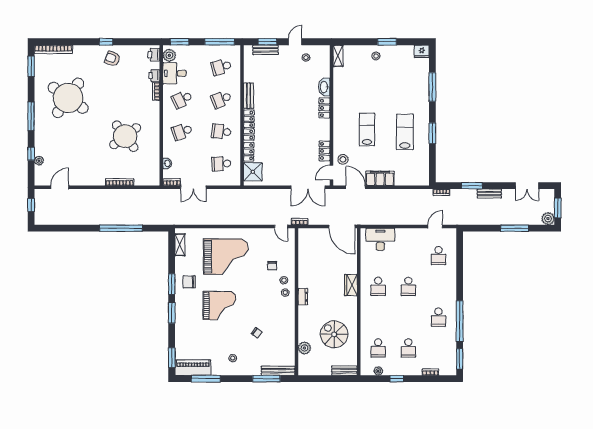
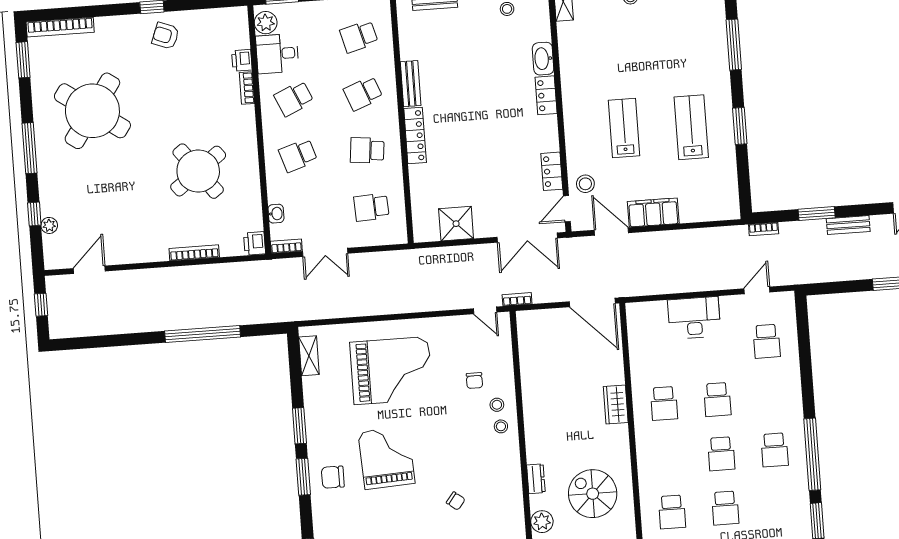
printer: (154, 55) -> (255, 243), moved
locker: (249, 152) -> (418, 182), removed
shower: (253, 172) -> (456, 224), moved
desk: (380, 239) -> (694, 318), moved
chair: (189, 282) -> (333, 477), moved
dresser: (303, 297) -> (536, 479), moved
grand piano: (219, 306) -> (387, 458), turned -93
school desk: (408, 317) -> (721, 454), added

